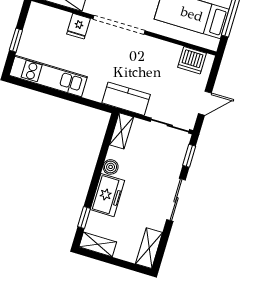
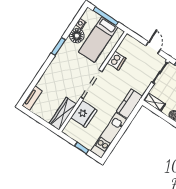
fridge: (78, 26) -> (84, 114), width x1.88, depth x1.34
dishwasher: (192, 60) -> (117, 61), moved
kitchen counter: (126, 99) -> (129, 104), moved

